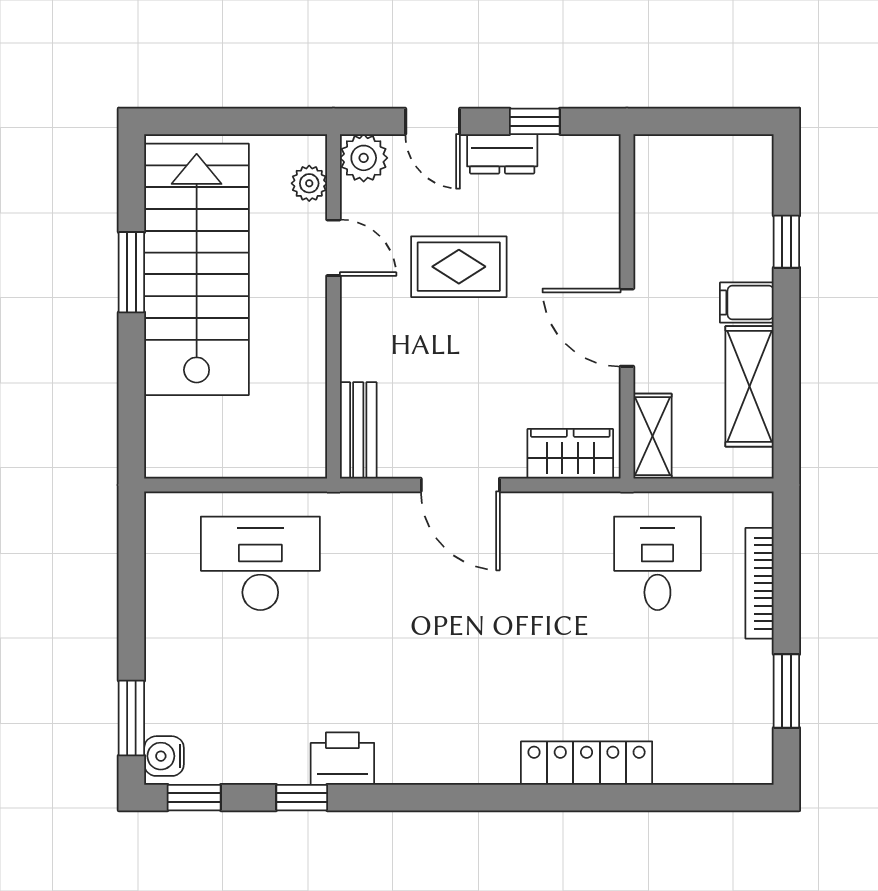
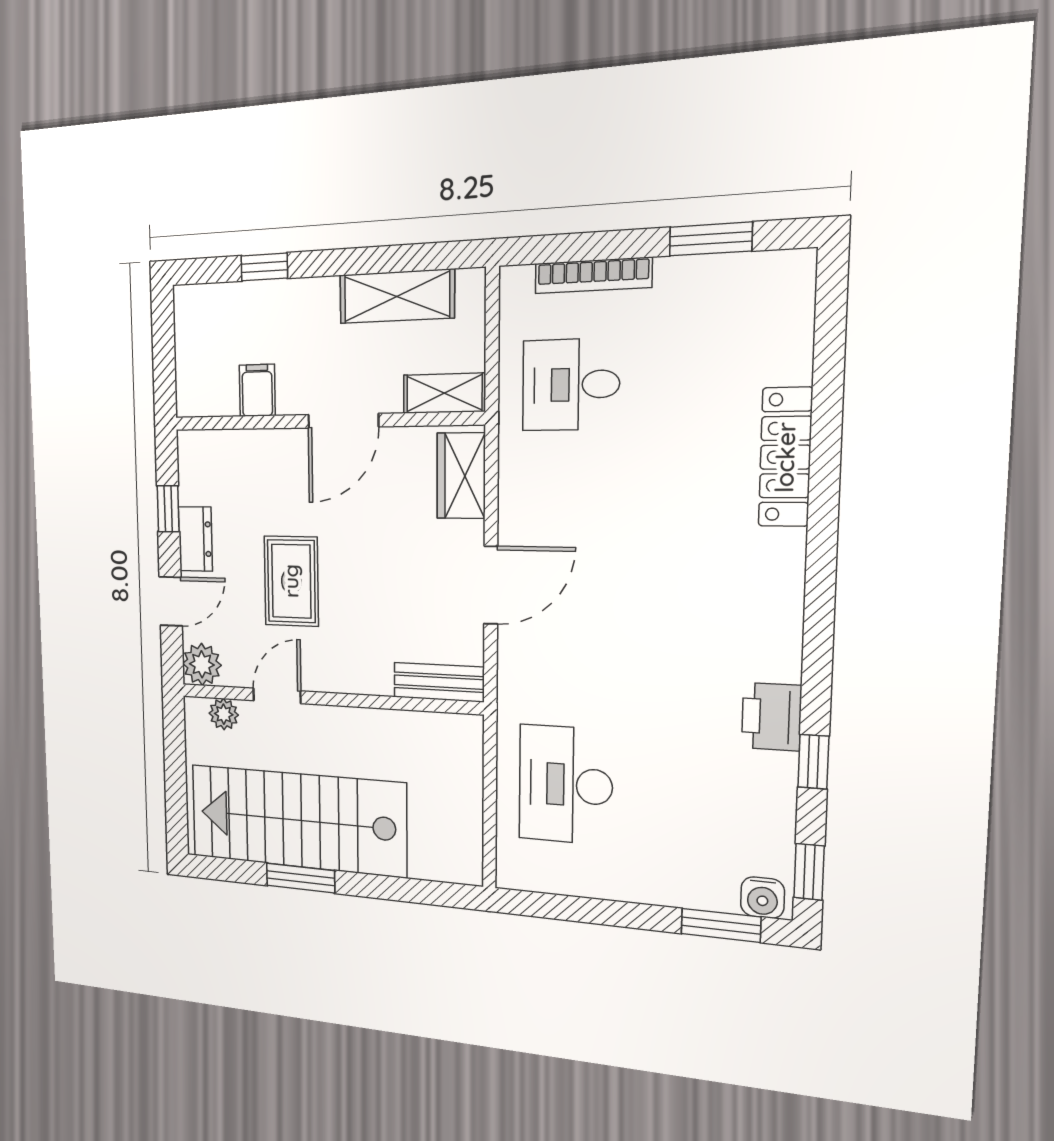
filing cabinet: (747, 303) -> (257, 390), moved, turned 180

